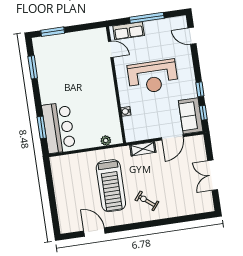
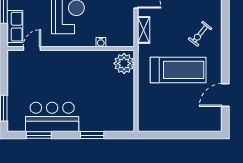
window: (42, 127) -> (92, 135), moved
bar counter: (59, 128) -> (52, 117), moved
plant: (106, 141) -> (124, 63), width x1.88, depth x1.88

